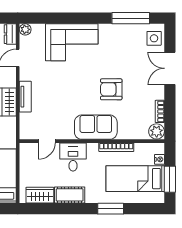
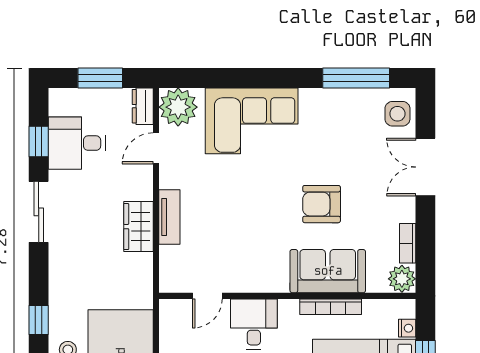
plant: (25, 29) -> (178, 107), width x1.88, depth x1.88
sofa: (96, 127) -> (328, 271), moved

